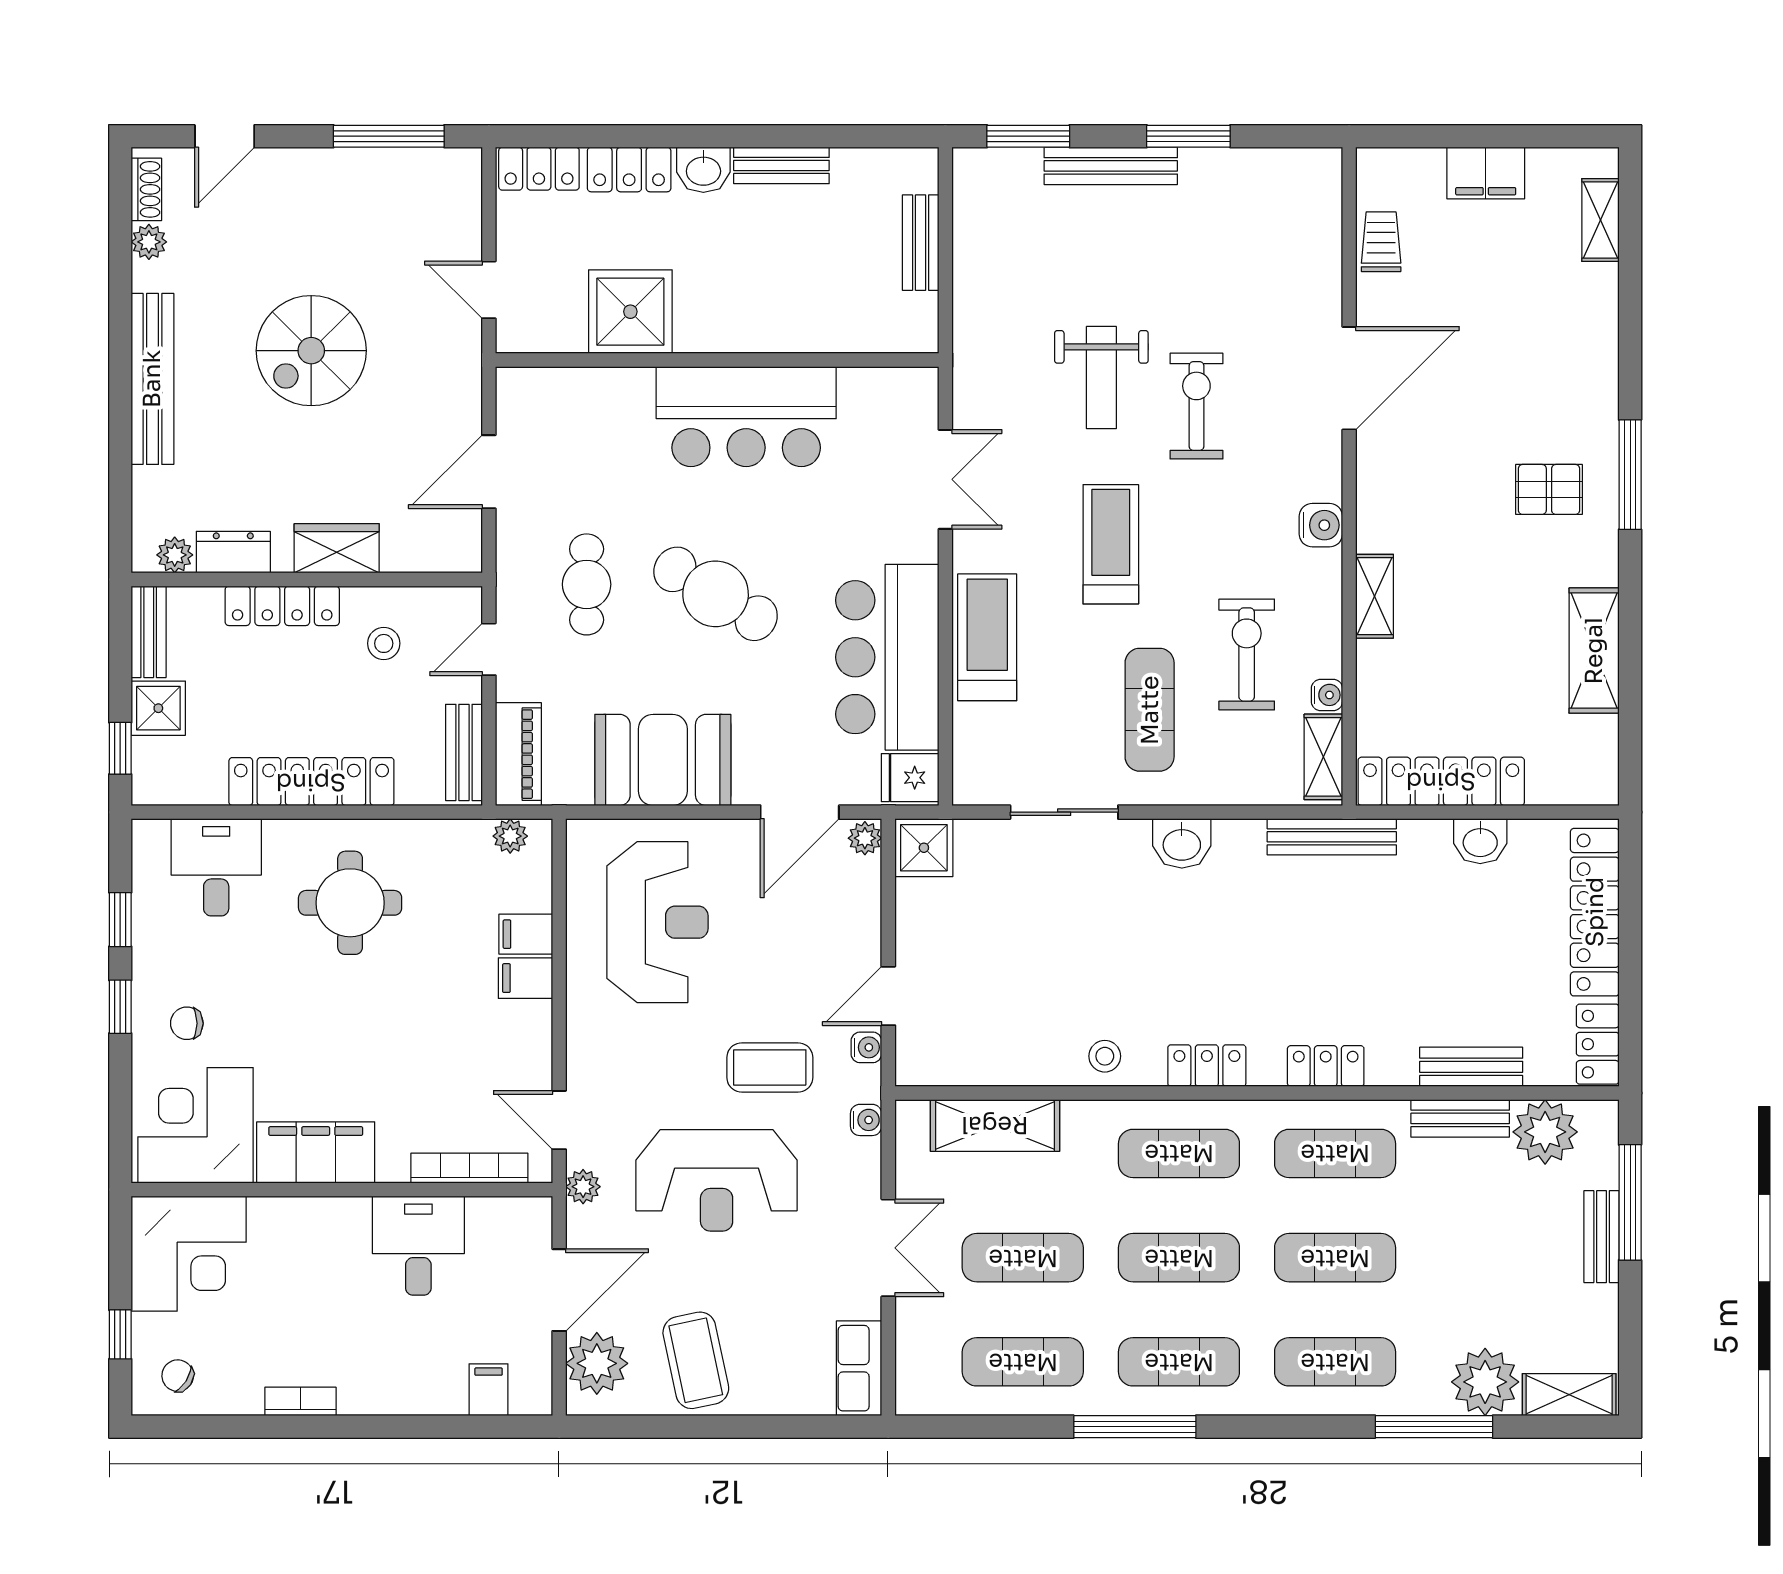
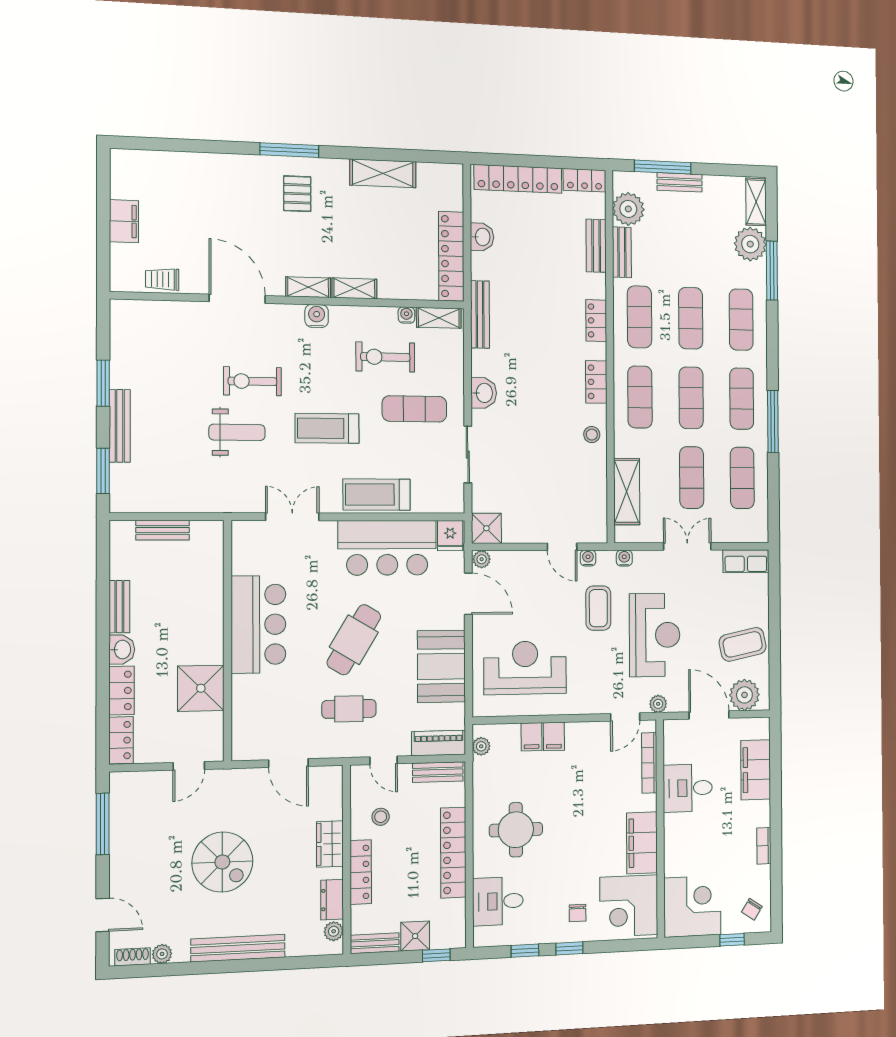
shelving: (1600, 220) -> (308, 287), moved
filing cabinet: (489, 1390) -> (756, 770), width x3.00, depth x1.17

